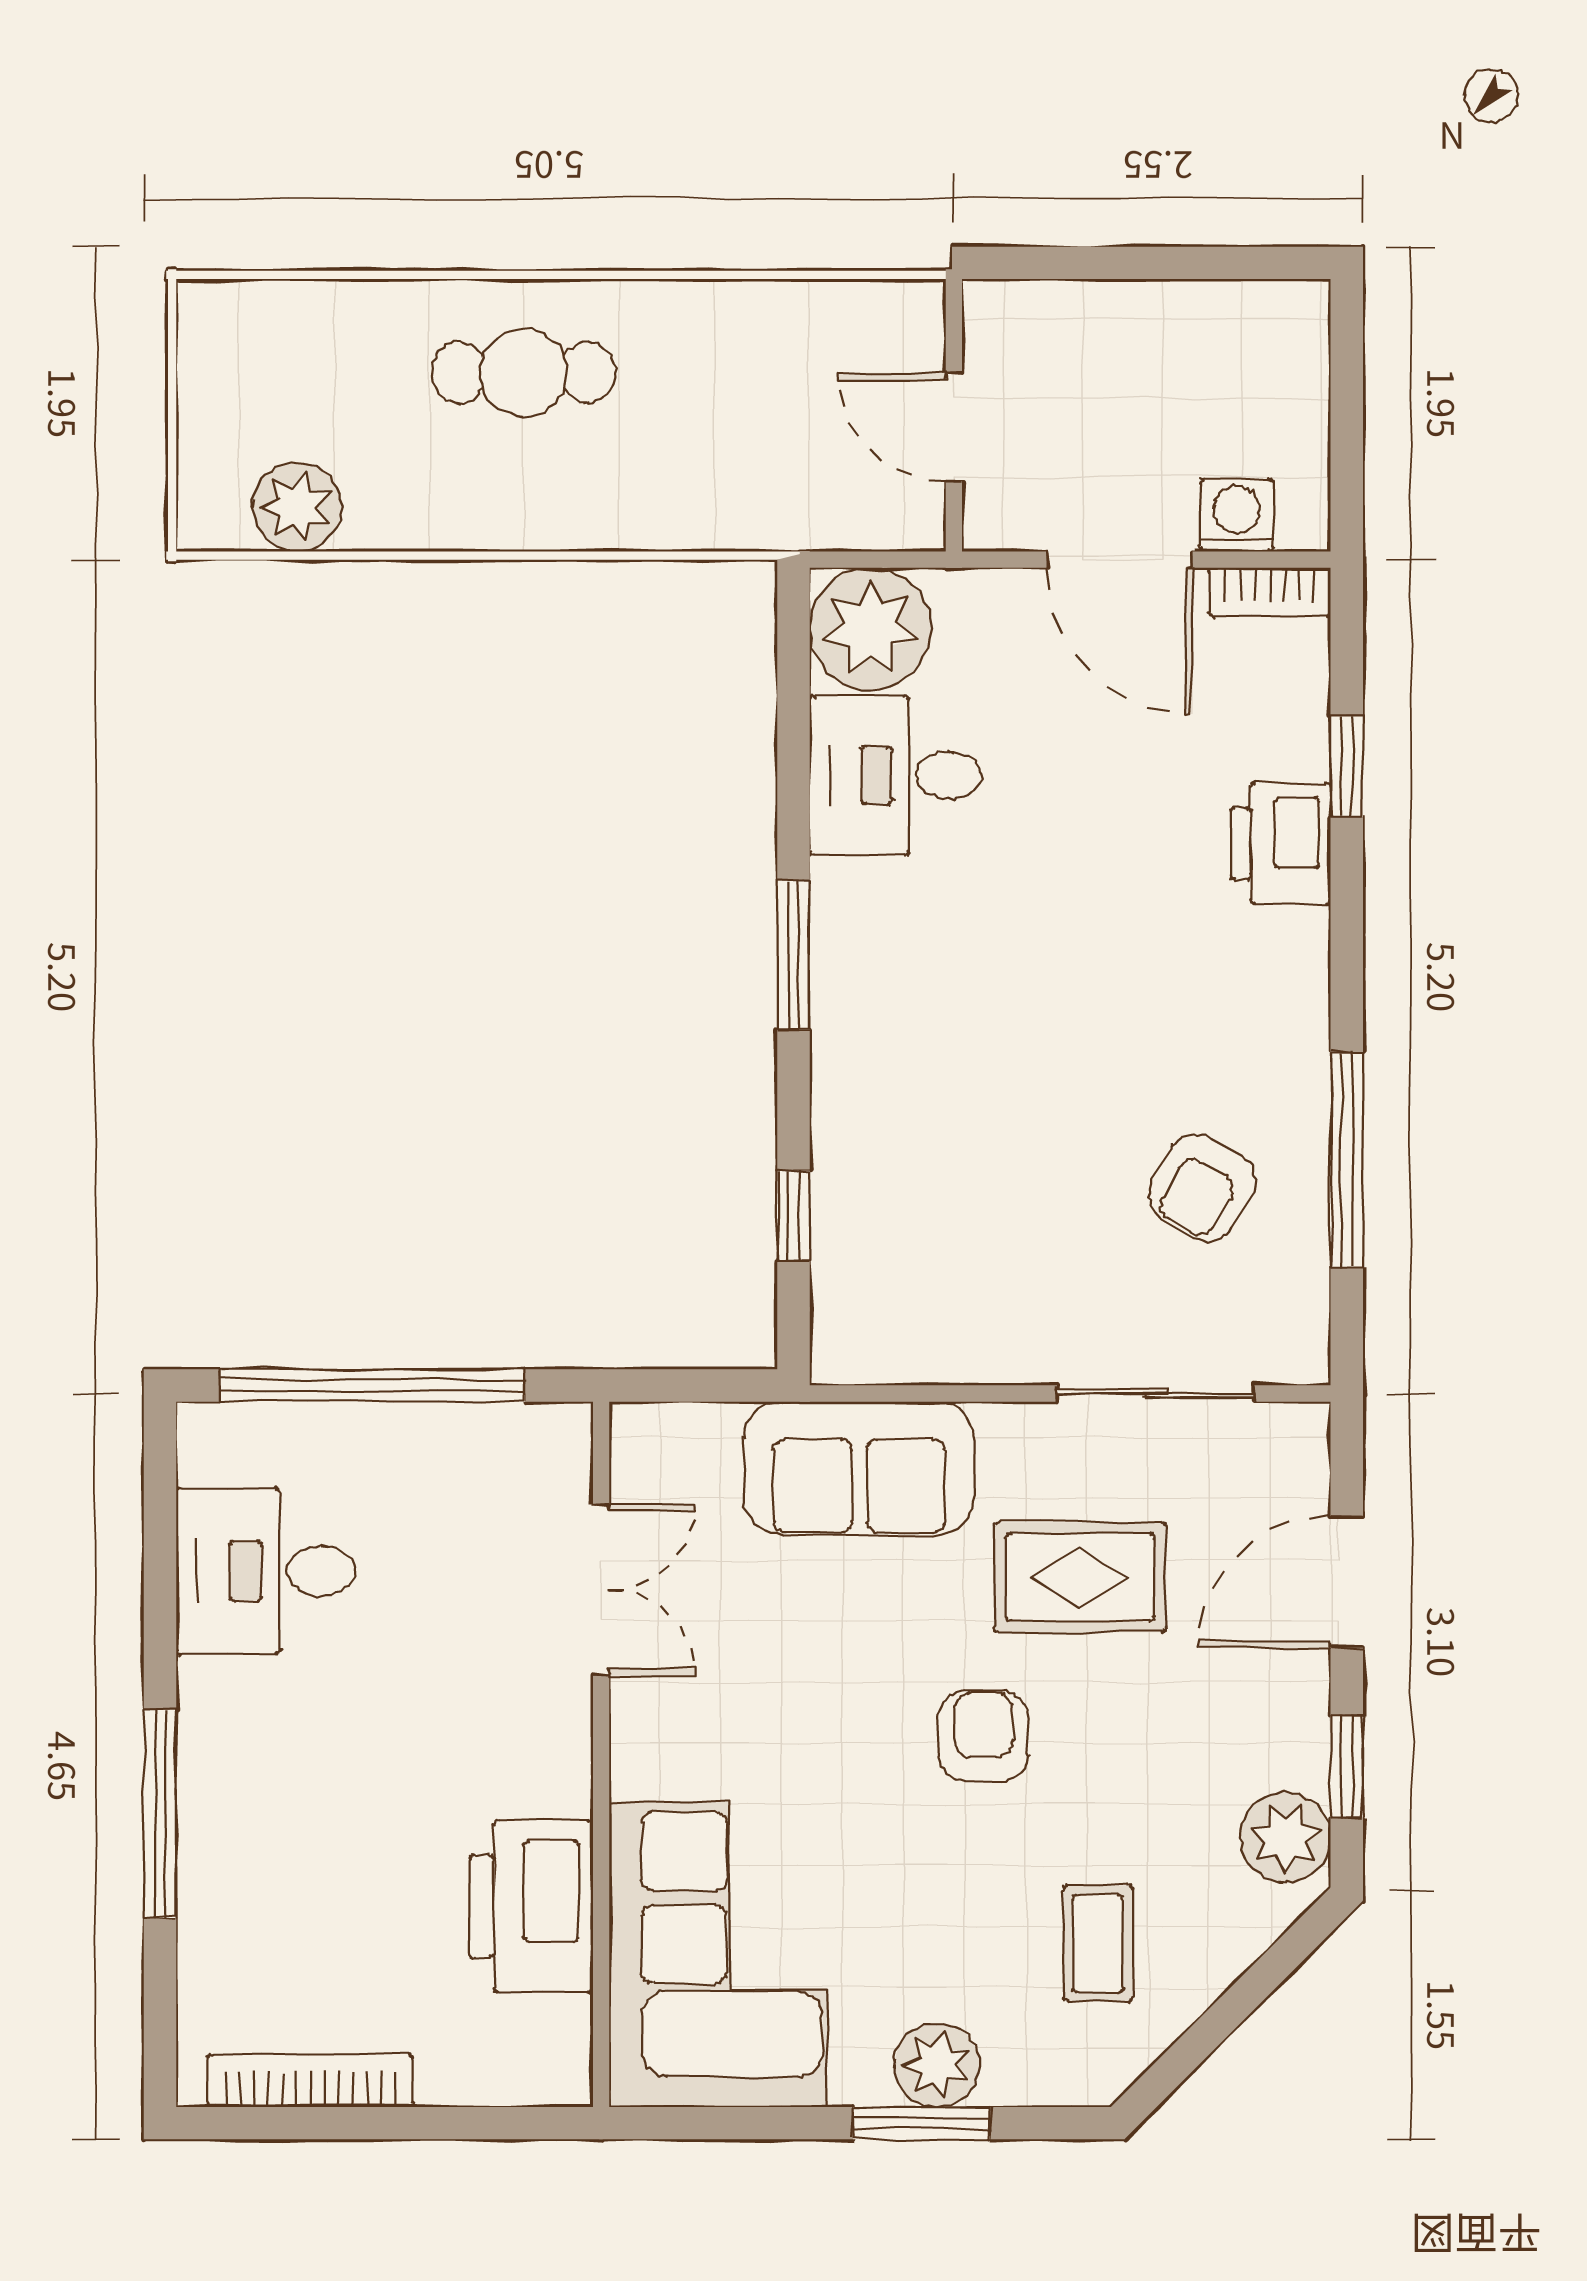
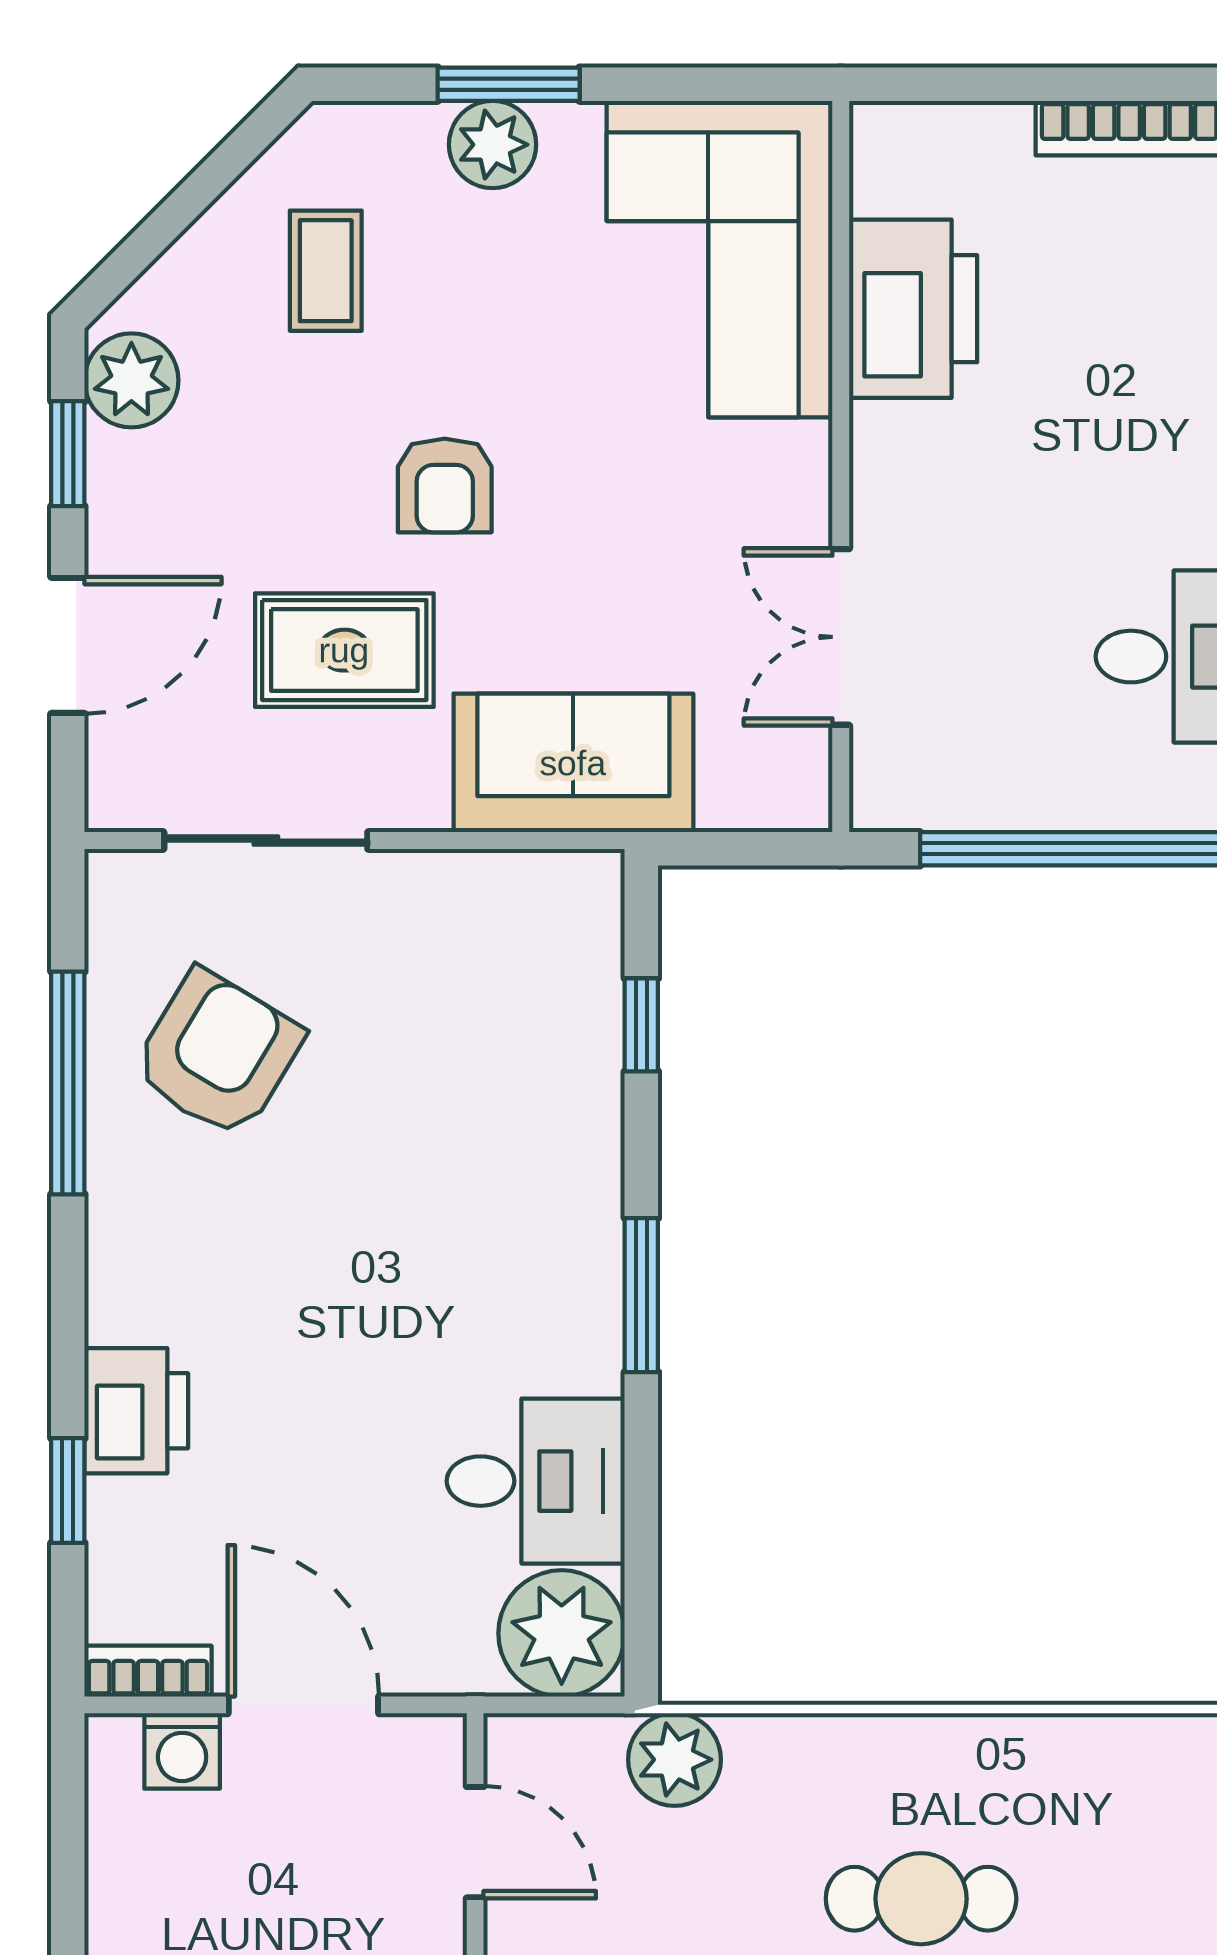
plant: (297, 507) -> (675, 1760), moved
armchair: (1202, 1188) -> (218, 1054), width x1.38, depth x1.38

